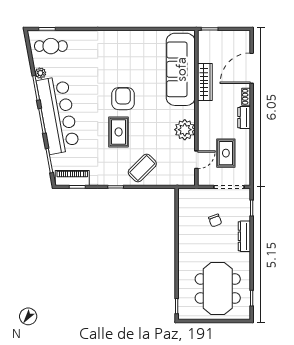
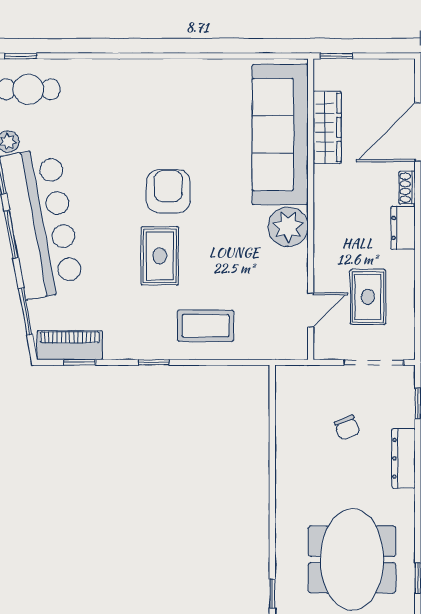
wardrobe: (205, 82) -> (327, 127), moved
plant: (185, 130) -> (288, 227), moved
coffee table: (142, 168) -> (206, 326), turned 45

